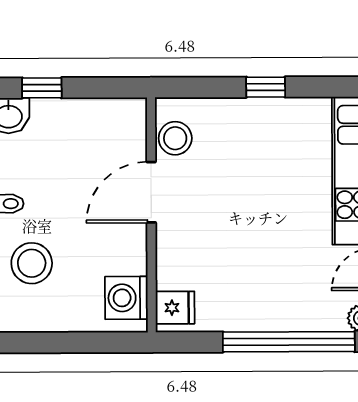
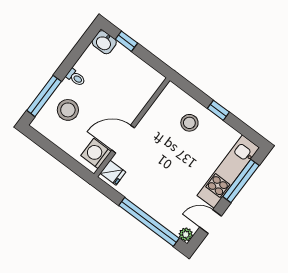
stool: (175, 138) -> (189, 123), moved
door: (151, 192) -> (123, 139), moved

